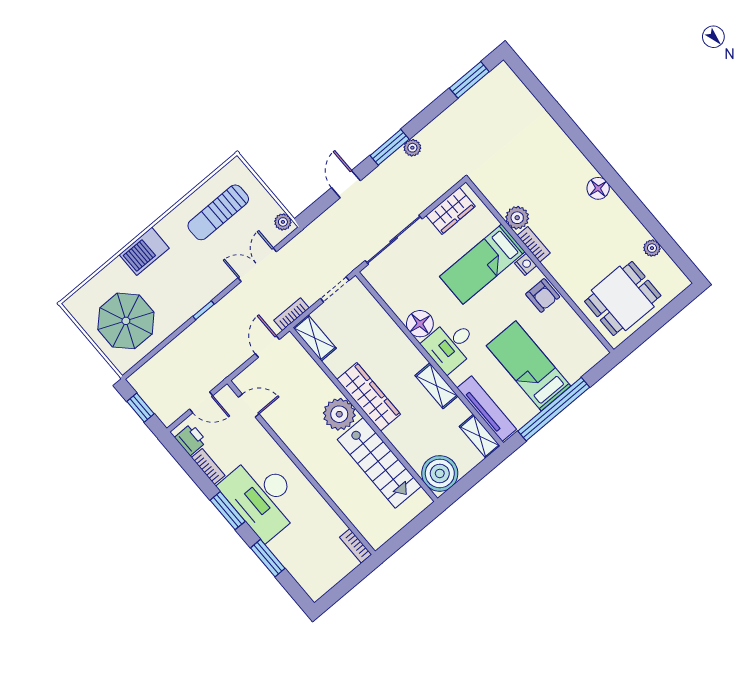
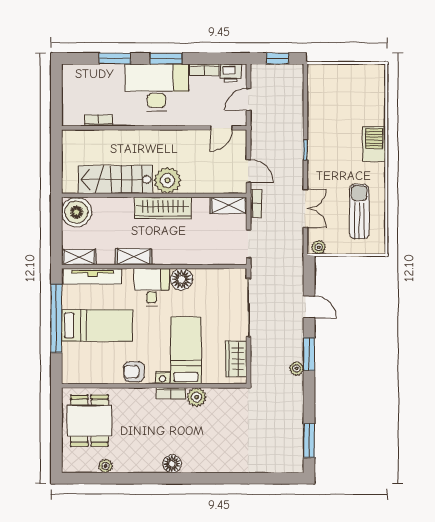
parasol: (126, 321) -> (340, 95), removed
bookcase: (356, 546) -> (98, 120), moved

